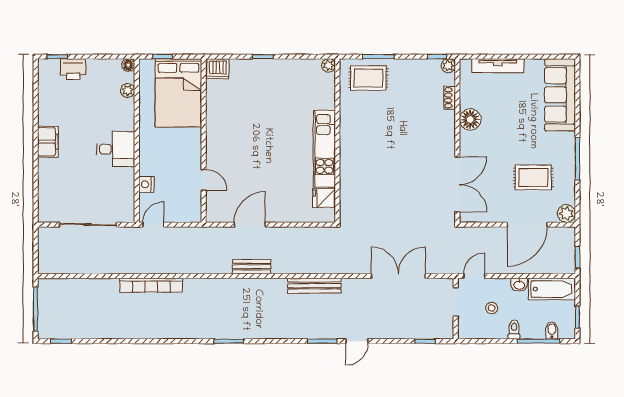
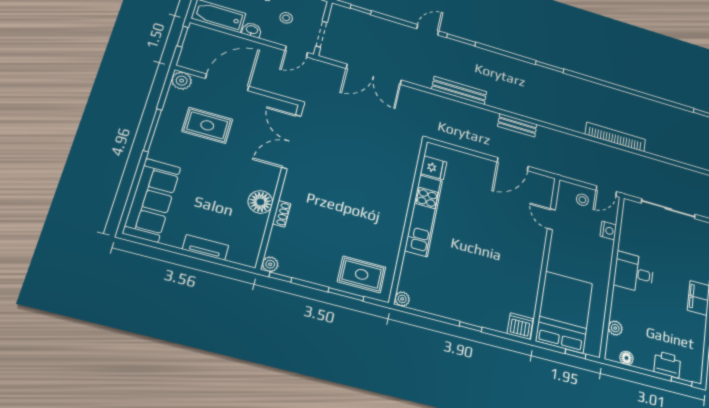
floor lamp: (128, 65) -> (626, 358), moved
tv unit: (498, 66) -> (205, 247), width x0.71
shoe rack: (450, 98) -> (282, 214), moved
stool: (176, 208) -> (582, 200), added

